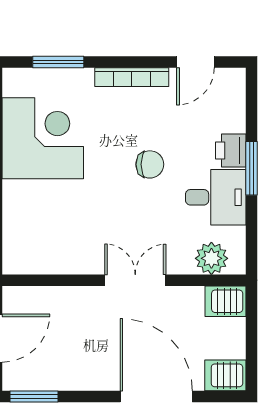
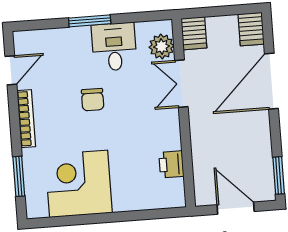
door: (195, 62) -> (11, 70), hinge flipped
printer: (231, 150) -> (171, 164), moved, turned 90
chair: (150, 164) -> (93, 100), turned 180
double door: (135, 280) -> (181, 84), moved

